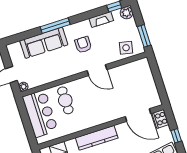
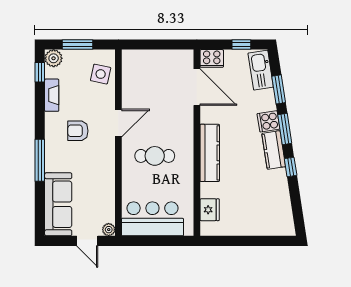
window: (144, 36) -> (78, 45), moved
sofa: (44, 43) -> (58, 204), moved
cafe table: (65, 100) -> (155, 156), moved
door: (138, 115) -> (197, 87), hinge flipped

